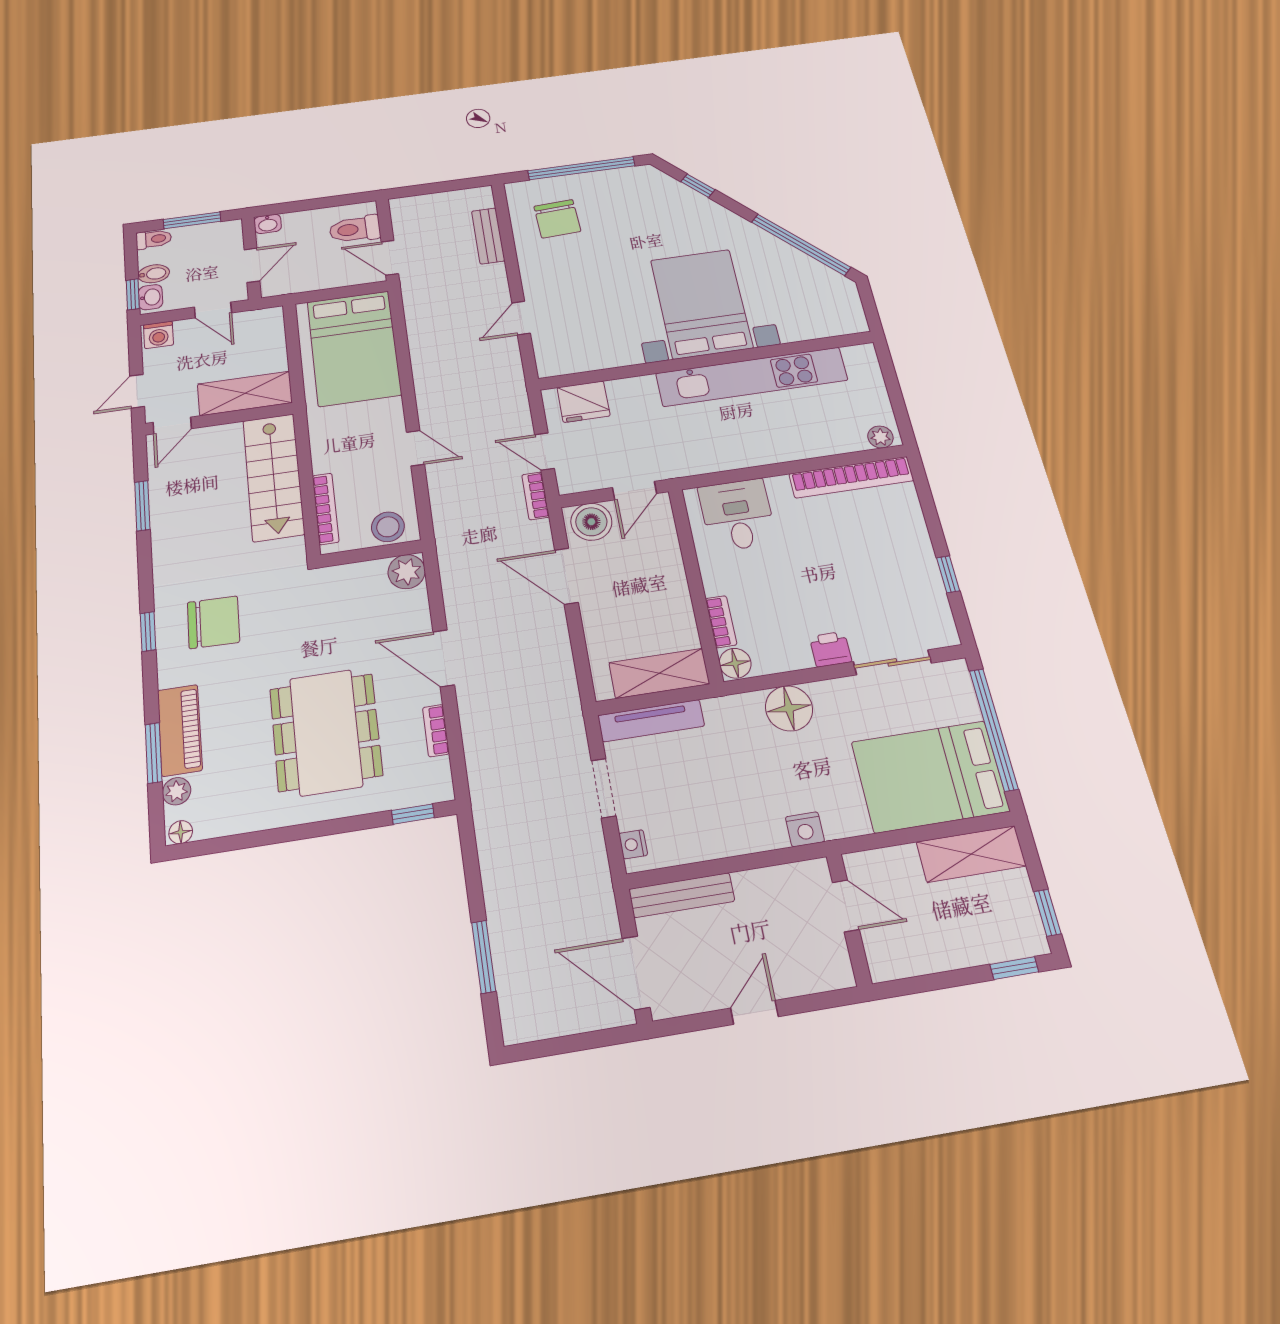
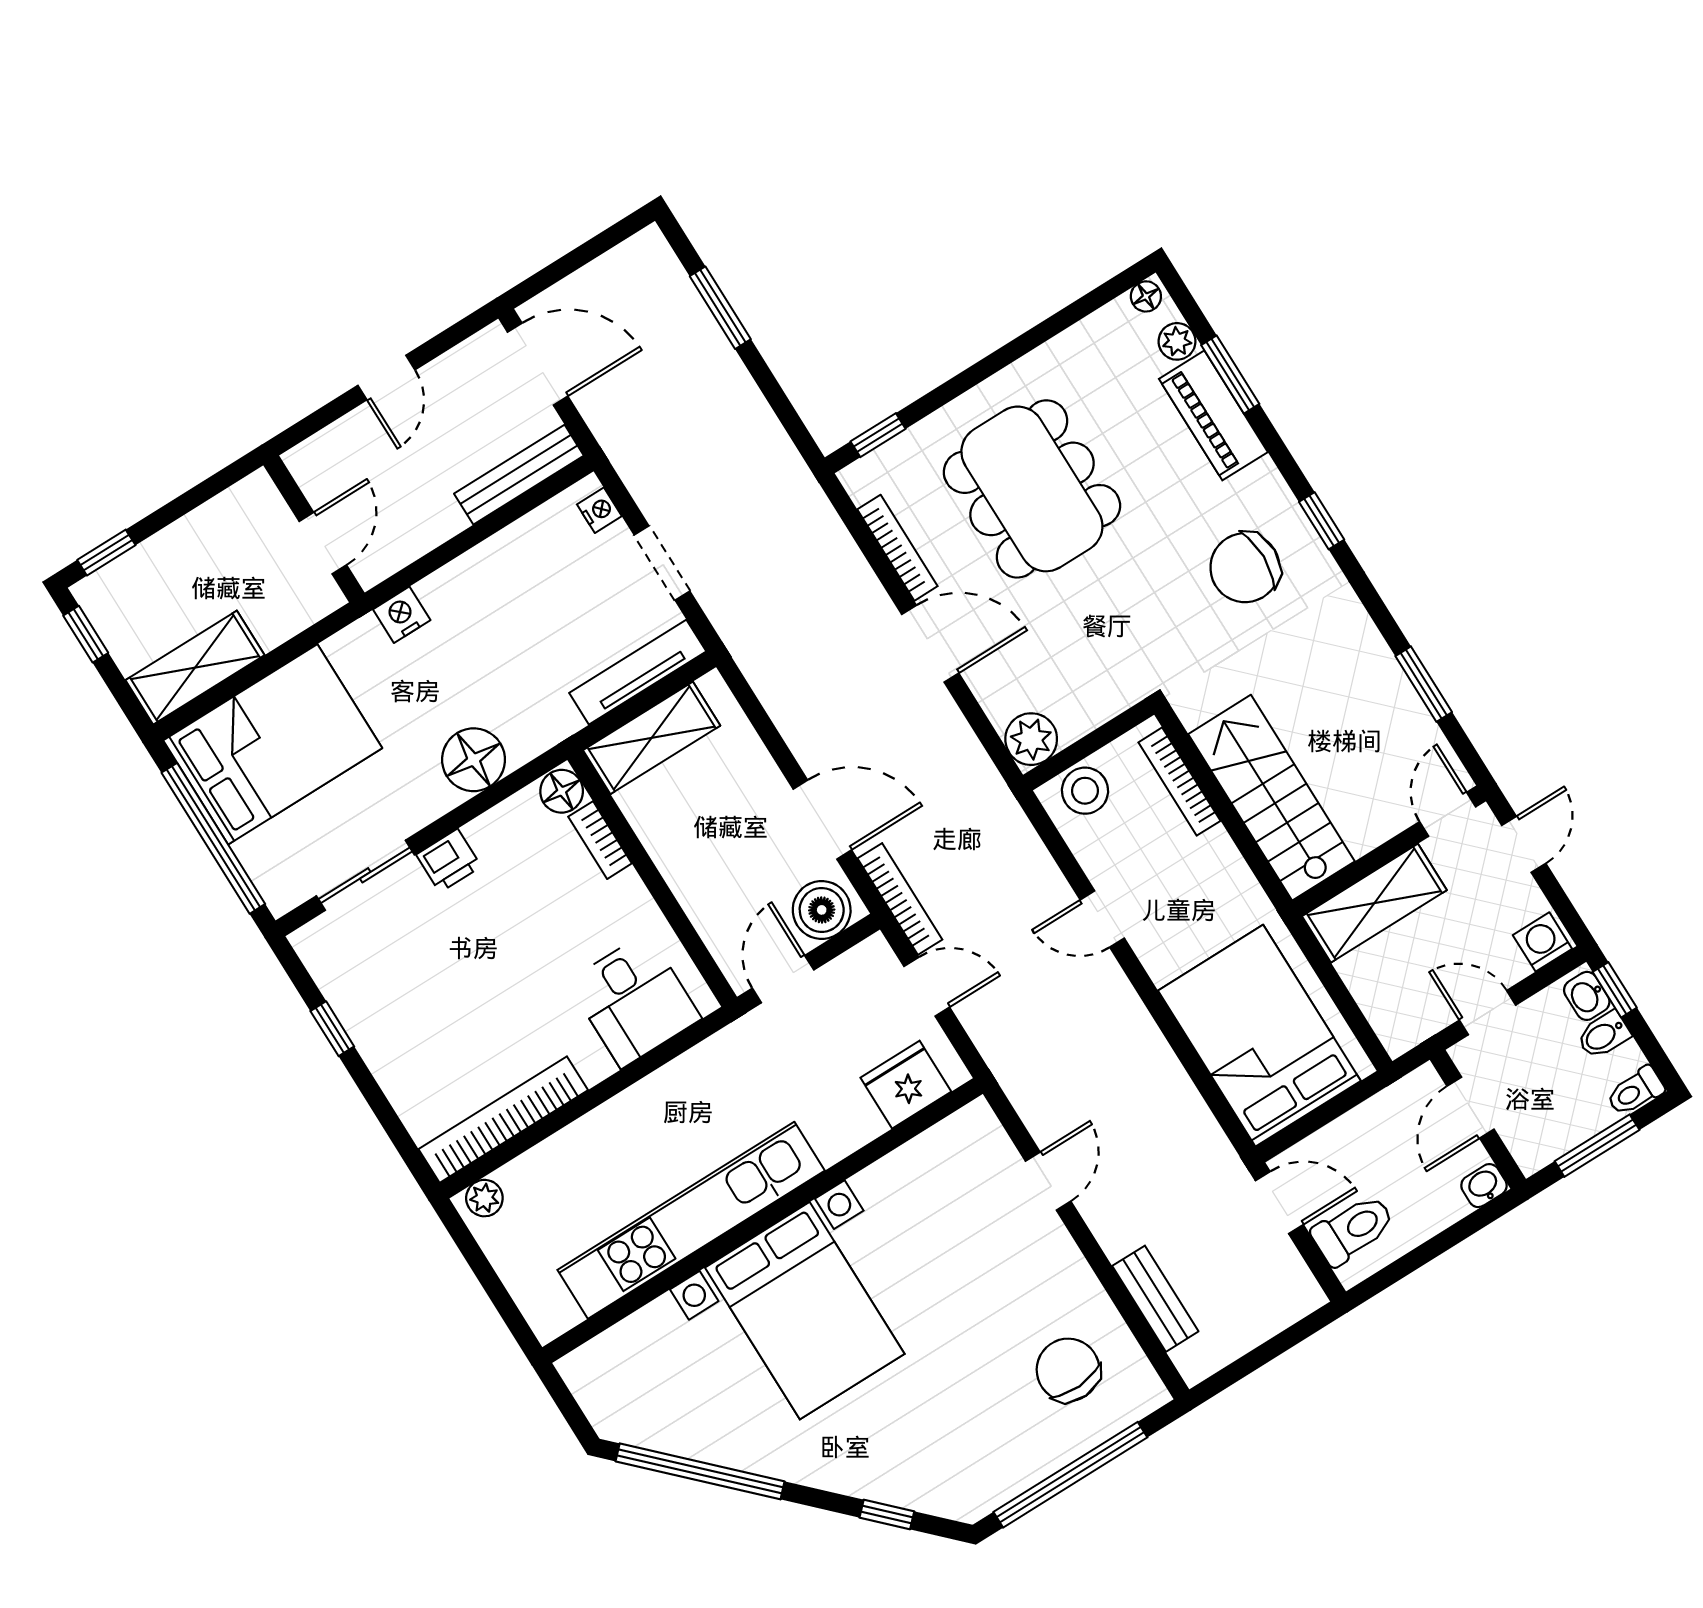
bookcase: (535, 496) -> (900, 899), width x1.56
bookcase: (436, 731) -> (897, 548), width x1.56
door: (846, 906) -> (323, 543), swing flipped

